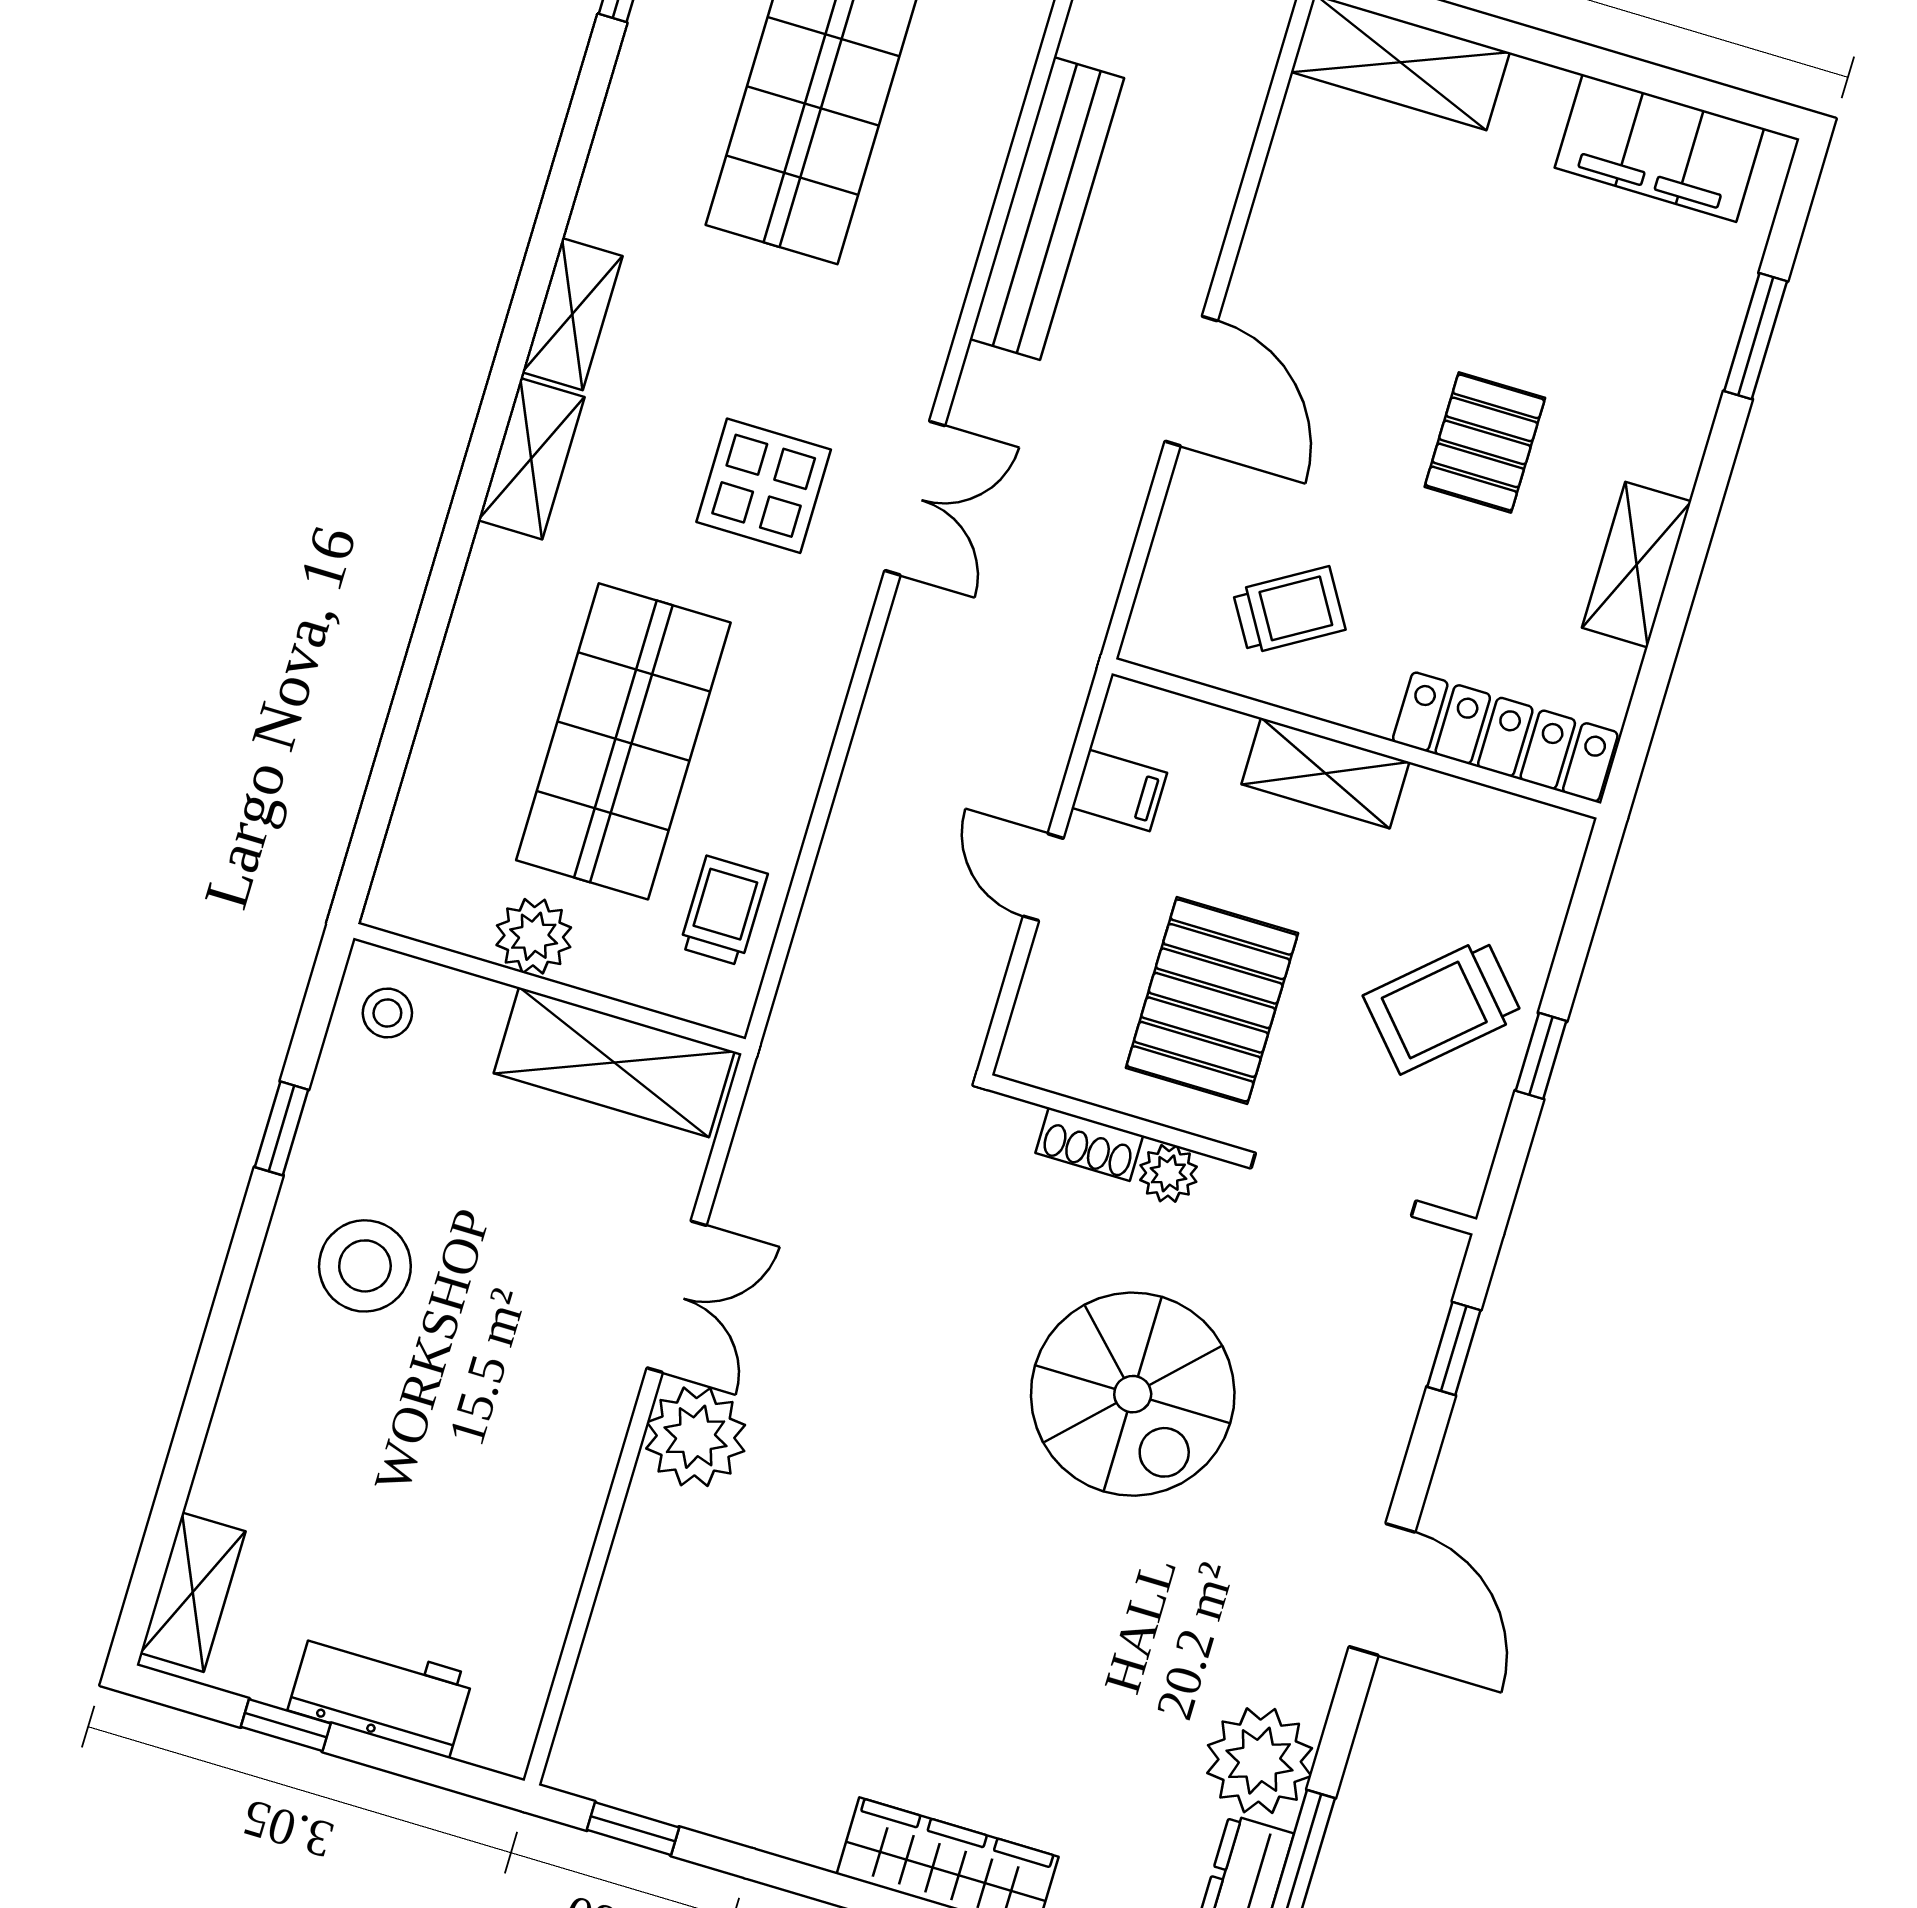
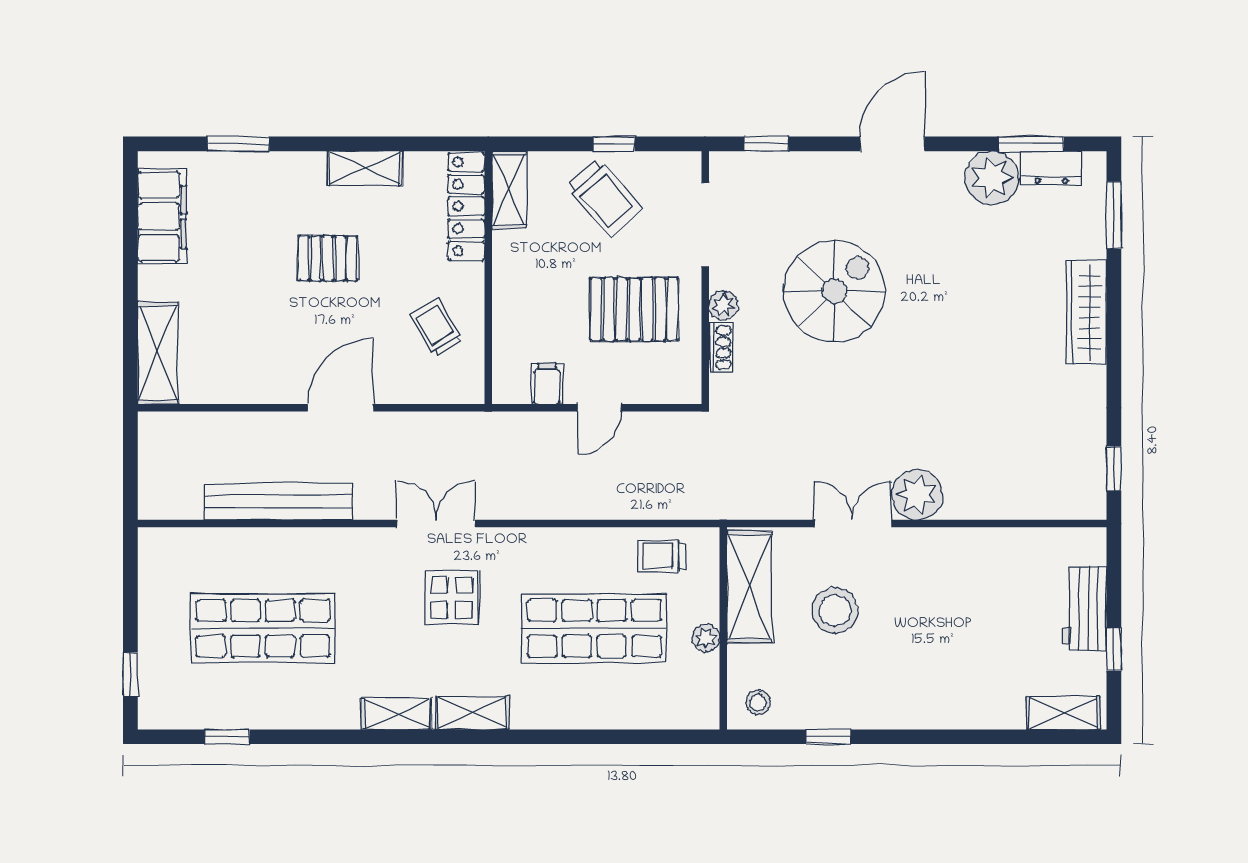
shelving: (1325, 773) -> (509, 190), moved
plant: (534, 936) -> (706, 638), width x0.73, depth x0.73
stool: (365, 1266) -> (835, 611), moved

